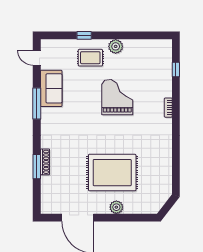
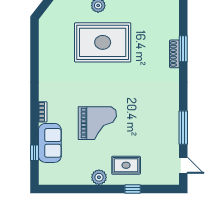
sofa: (51, 88) -> (50, 143), moved, turned 180
grand piano: (117, 97) -> (97, 123), turned -90
window: (37, 103) -> (183, 128), moved

